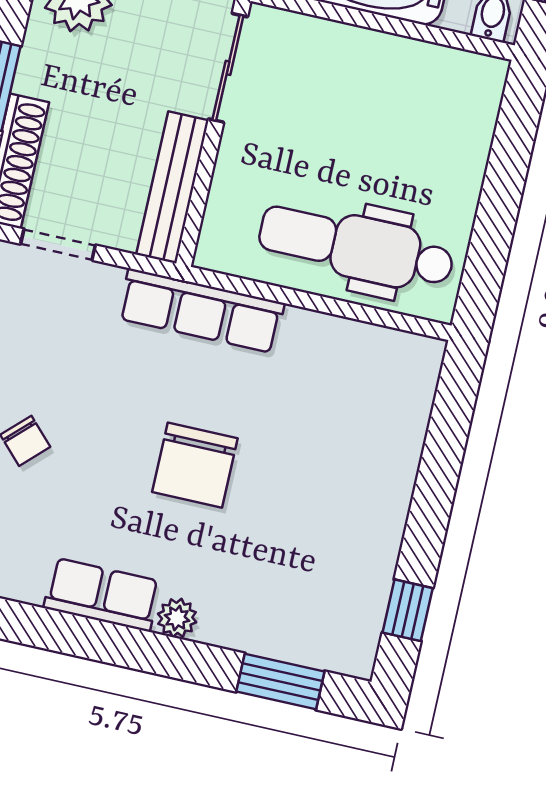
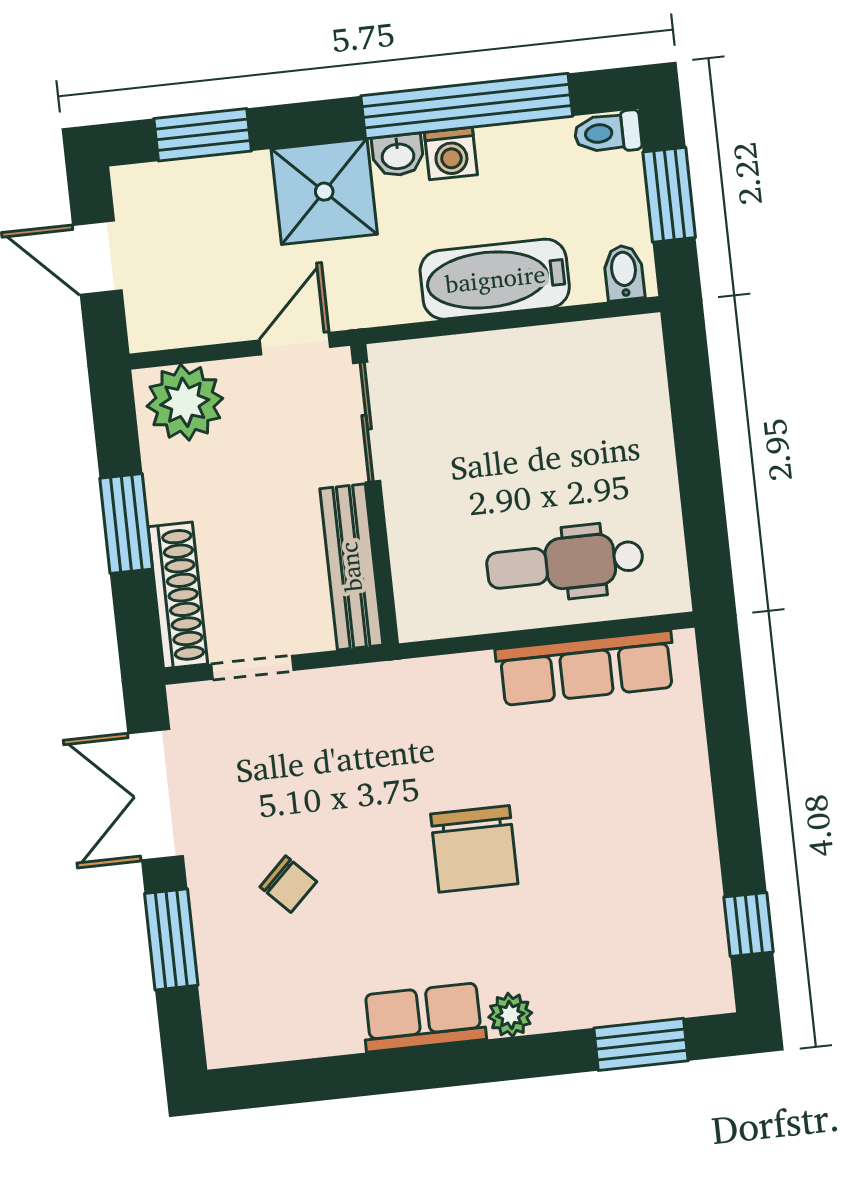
dental chair: (356, 247) -> (565, 563), width x0.73, depth x0.72
row of seats: (201, 311) -> (586, 668), moved

